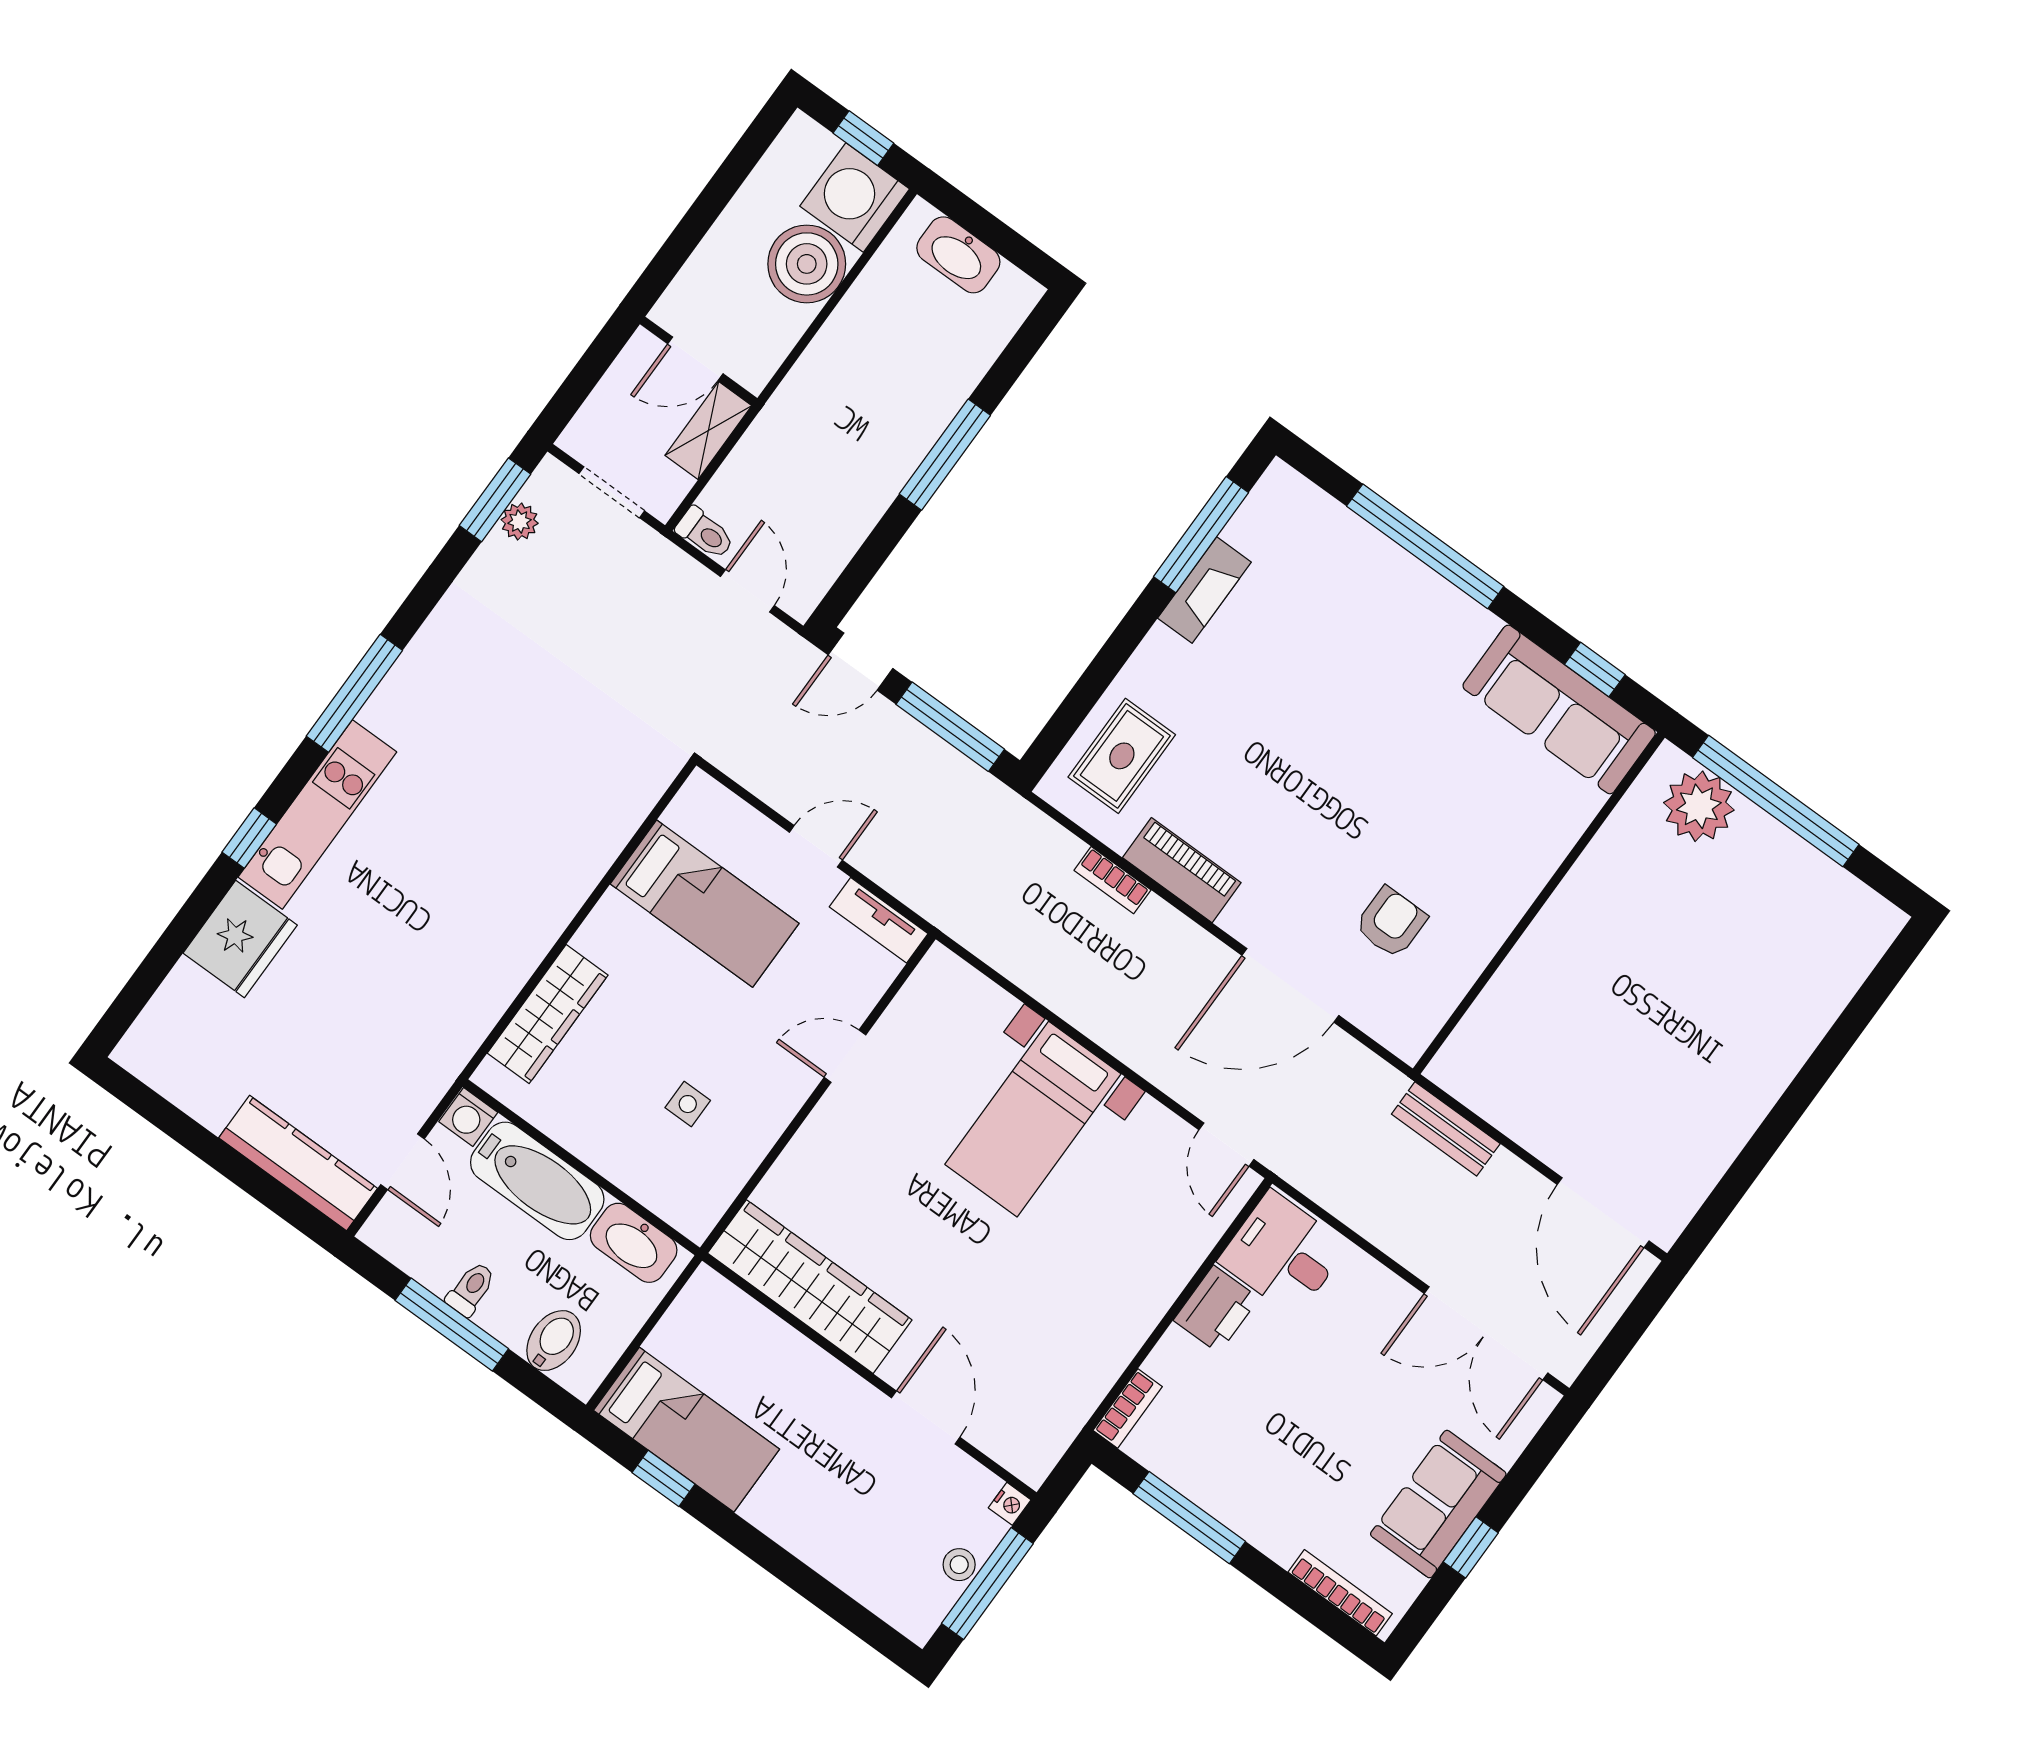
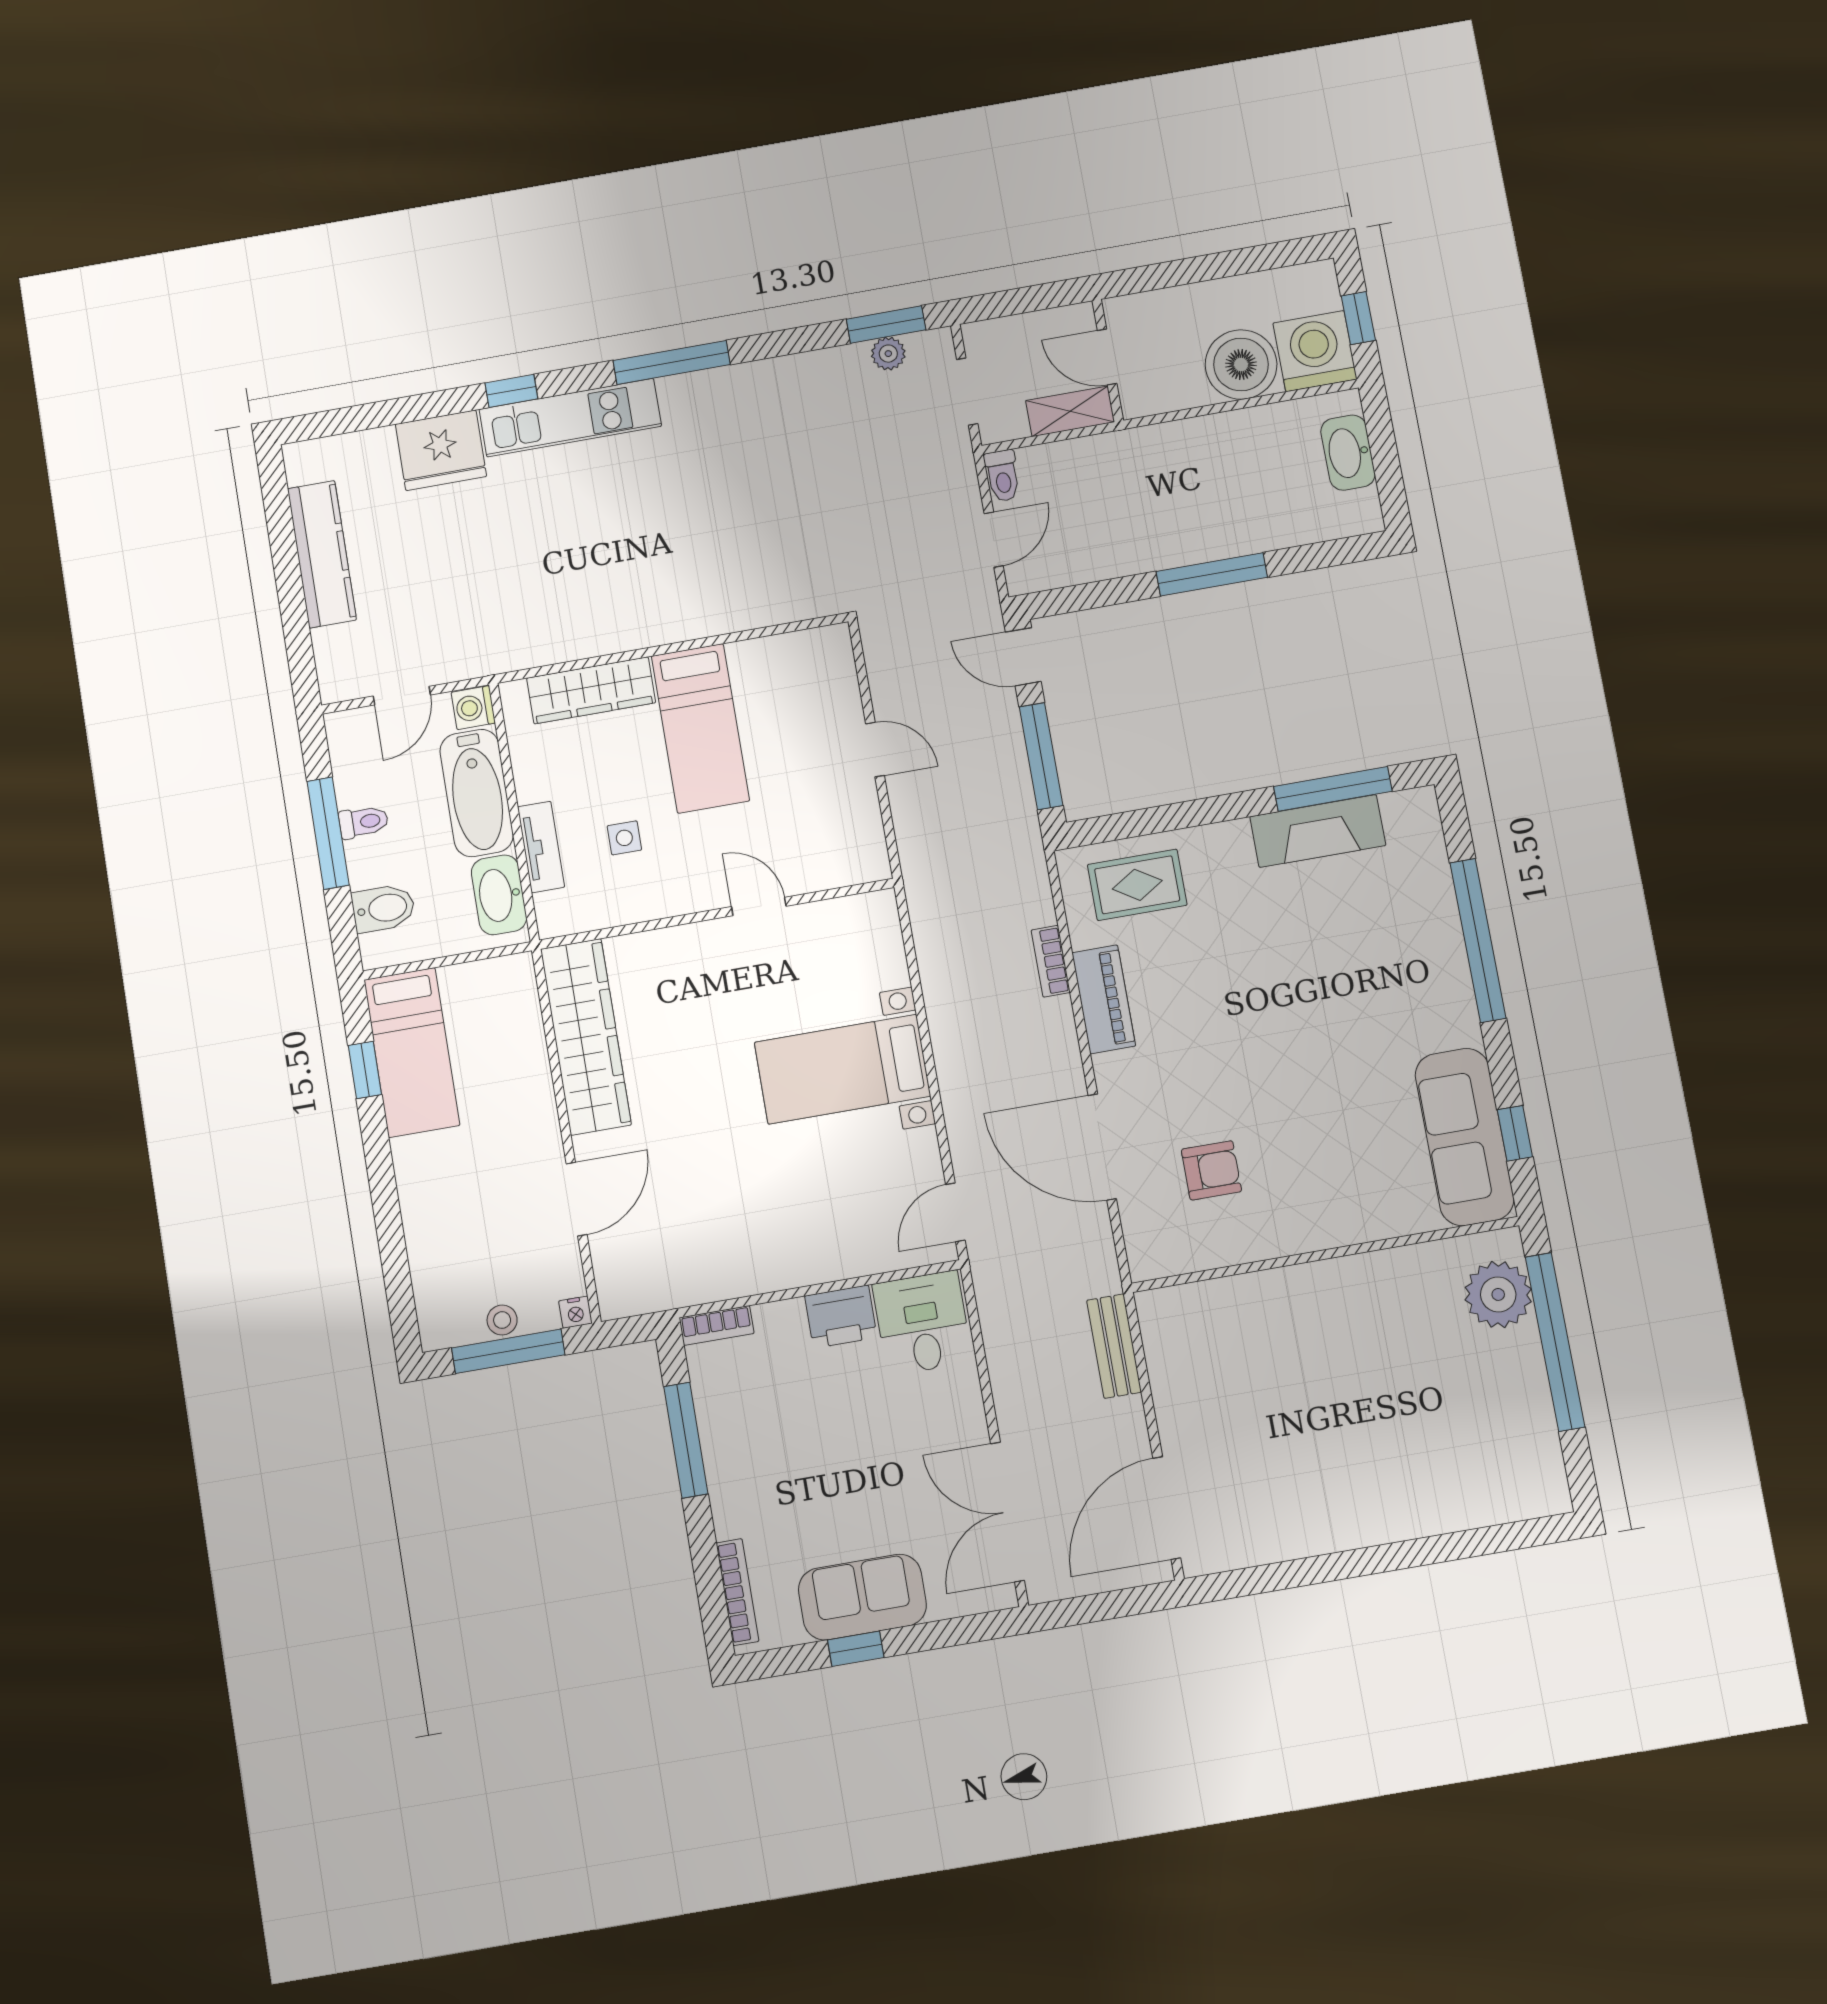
fireplace: (1204, 590) -> (1318, 831), width x1.37, depth x1.32
bed: (705, 904) -> (700, 728), moved
tv unit: (879, 920) -> (541, 847), moved, turned 180
kitchen counter: (298, 1163) -> (322, 554), moved

